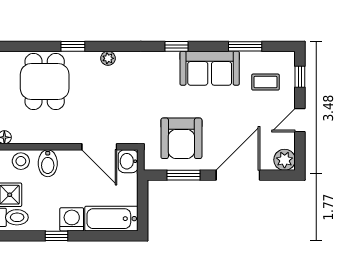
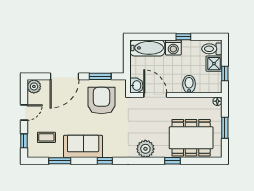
plant: (108, 58) -> (145, 149), width x1.87, depth x1.87
dining table: (45, 81) -> (191, 138), width x1.38
stool: (21, 161) -> (207, 86), removed

